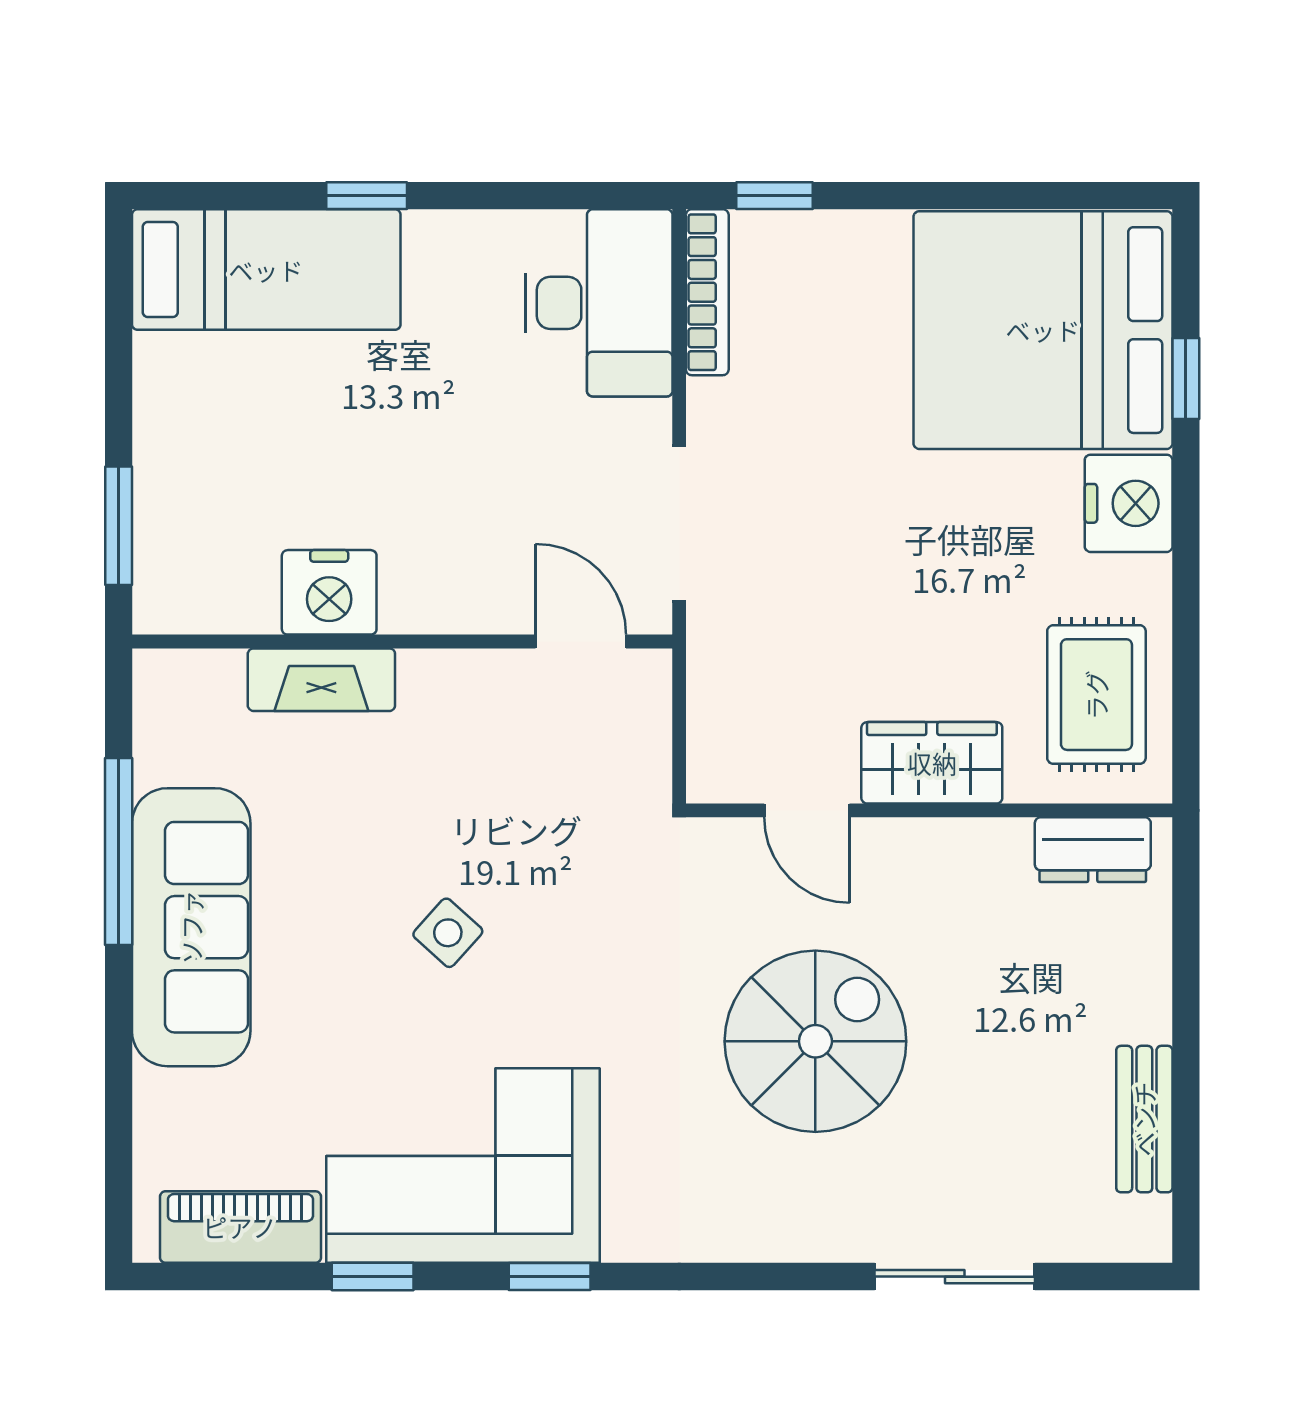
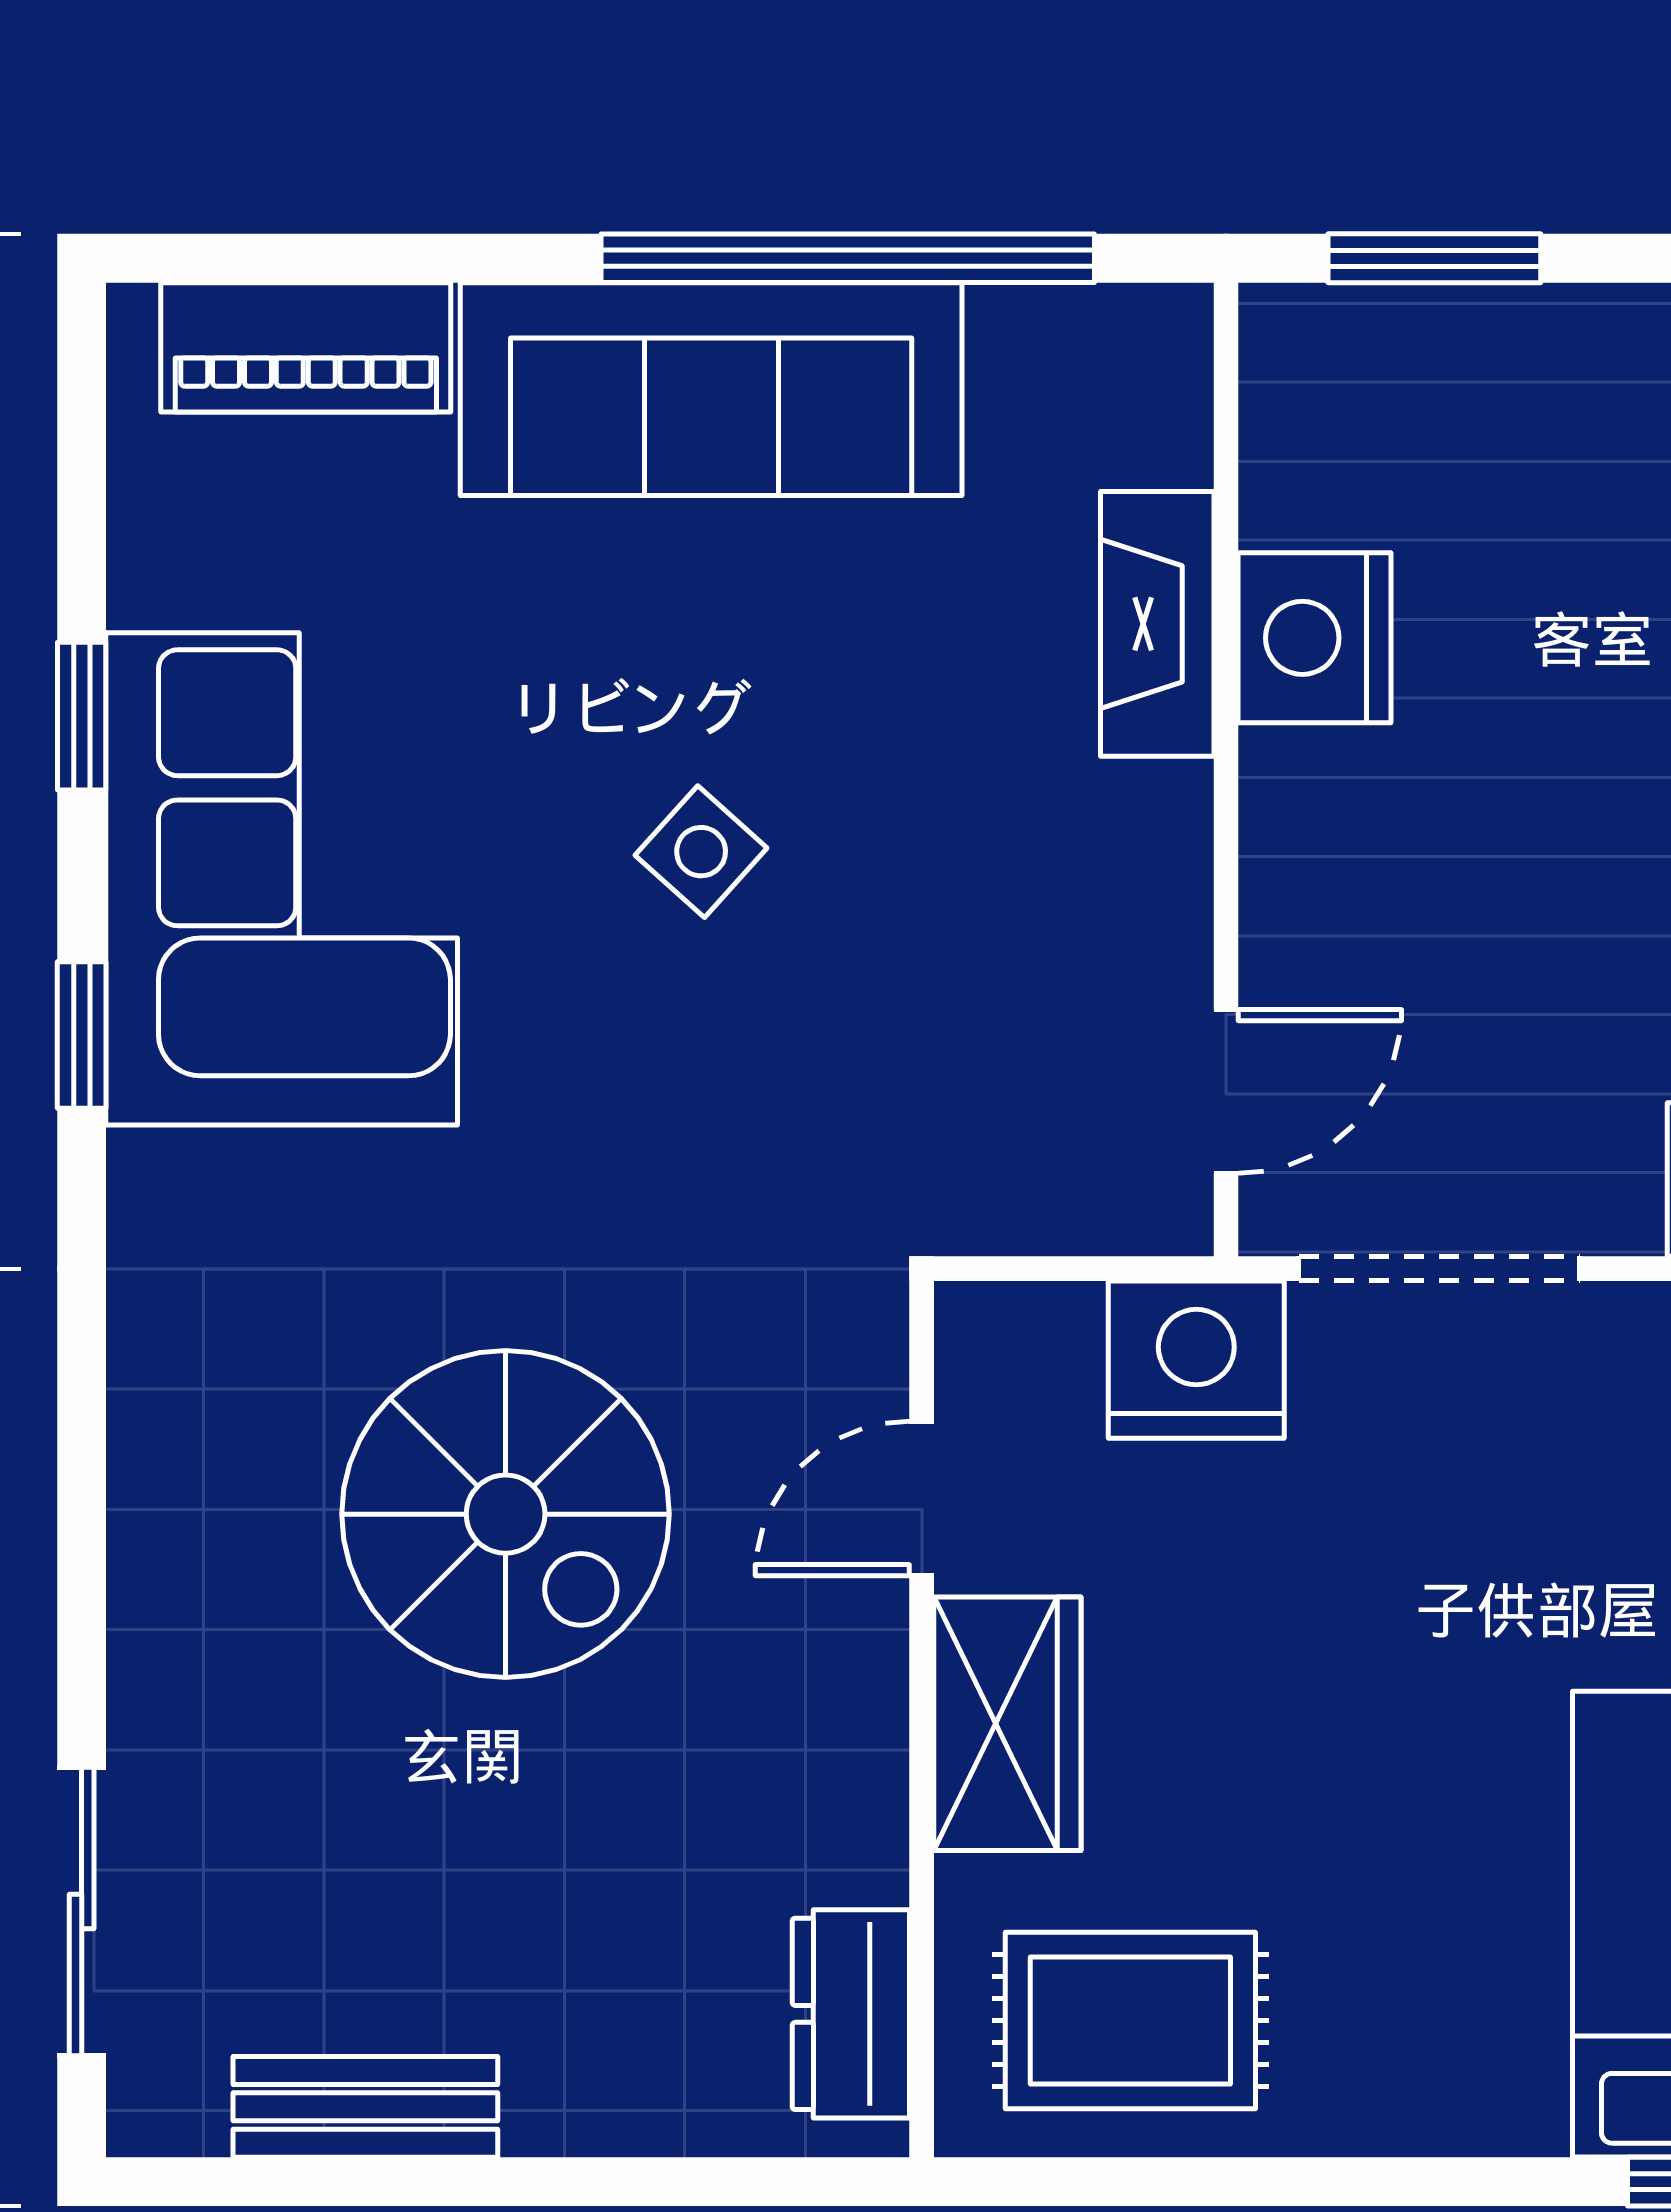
nightstand: (1129, 503) -> (1196, 1360), moved, turned 180
window: (119, 851) -> (848, 258), width x1.46
piano: (240, 1227) -> (306, 347), moved, turned 90
sliding door: (955, 1277) -> (82, 1912), moved

